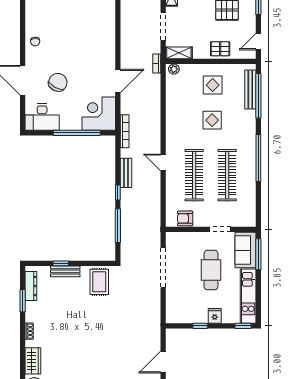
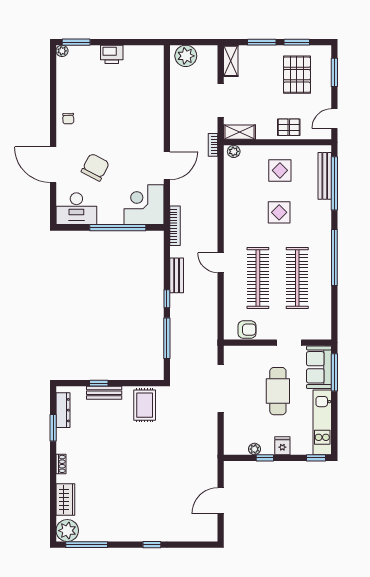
armchair: (185, 218) -> (247, 330), turned 180
plant: (191, 319) -> (254, 449), added

